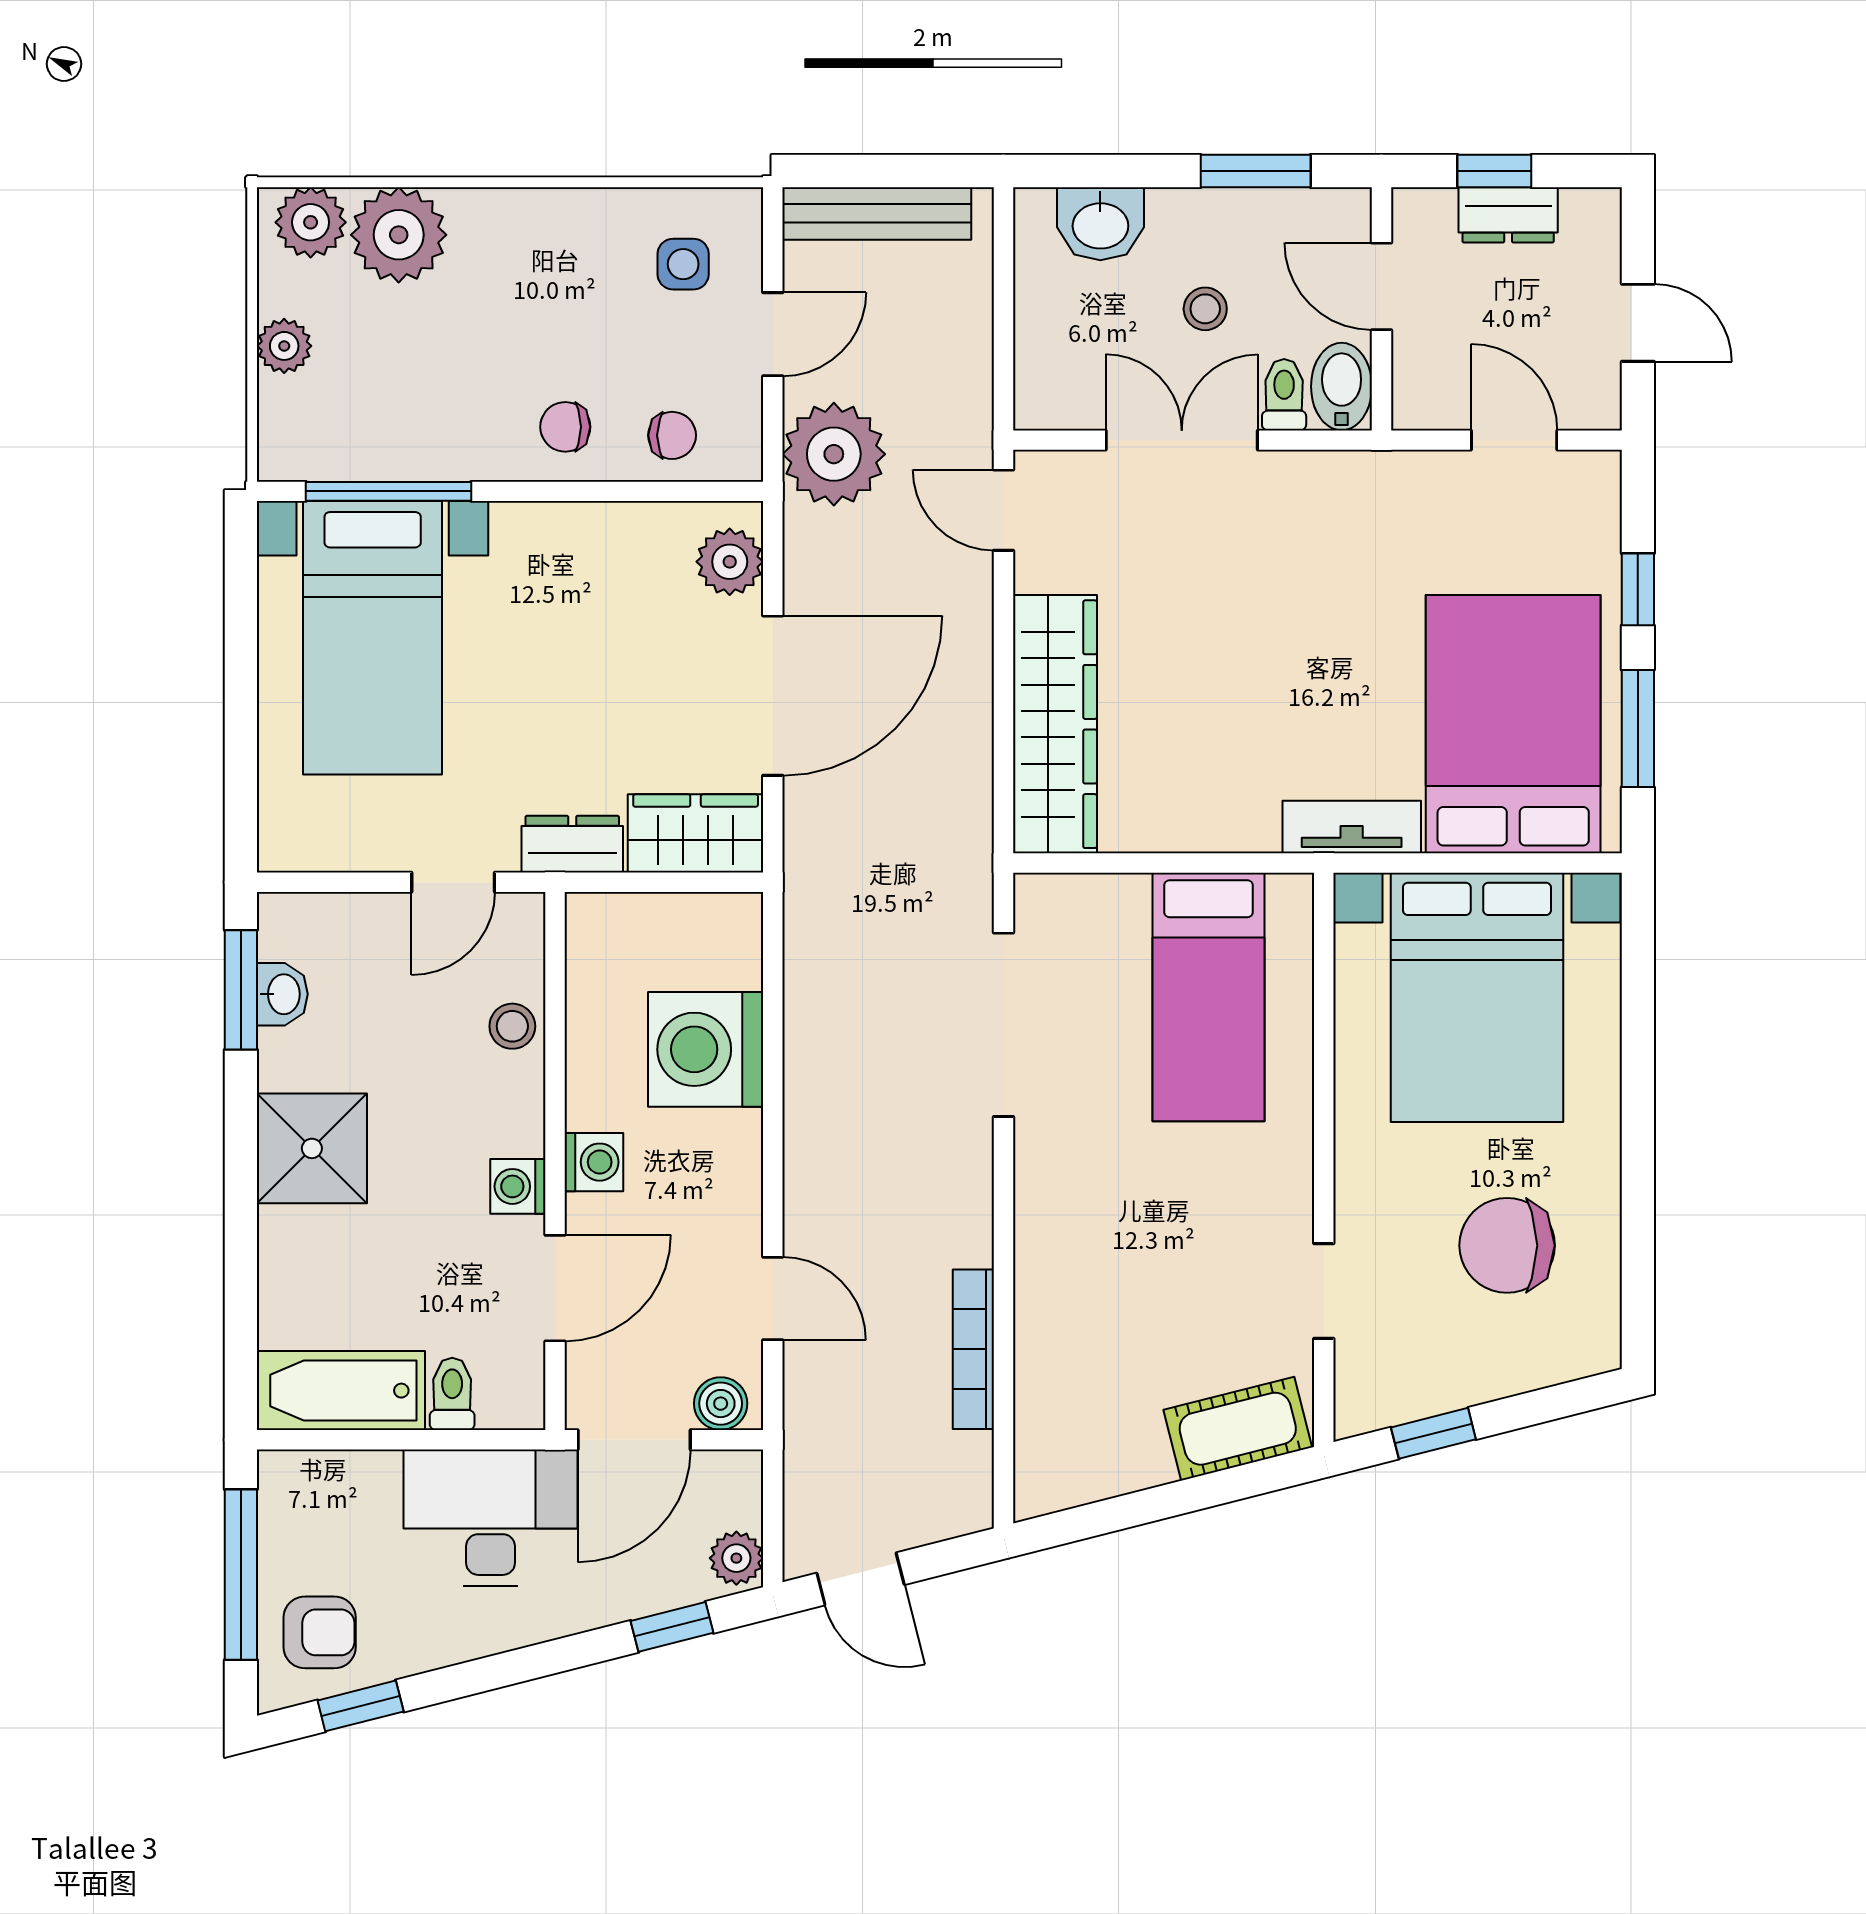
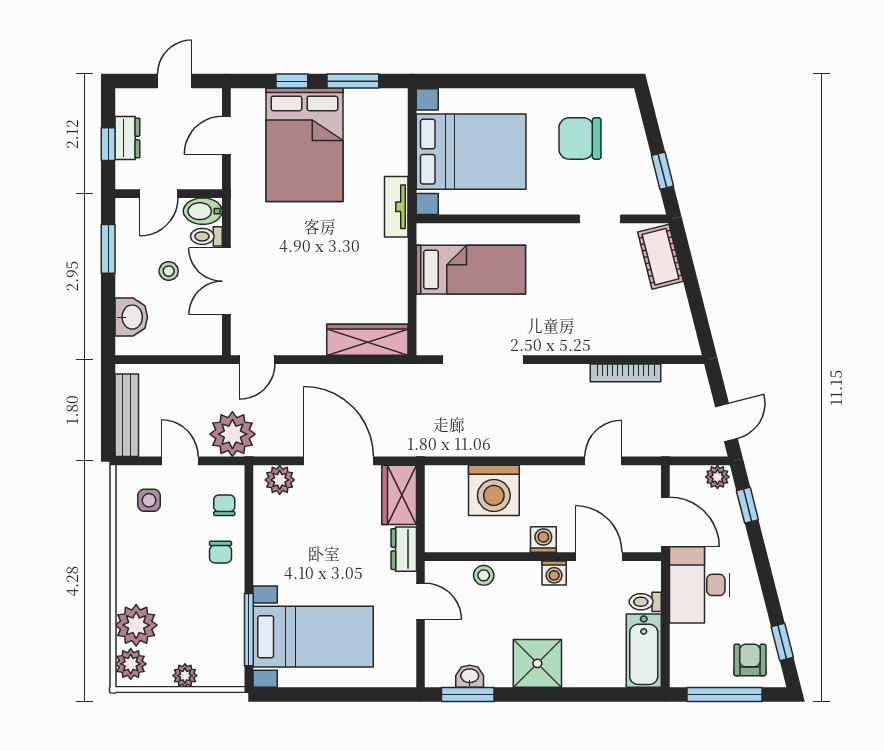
wardrobe: (1055, 724) -> (367, 340), width x0.71, depth x0.85
bed: (1513, 724) -> (304, 145), moved, turned -90
chair: (1507, 1245) -> (580, 138), turned 90
boiler: (721, 1404) -> (649, 484), removed

